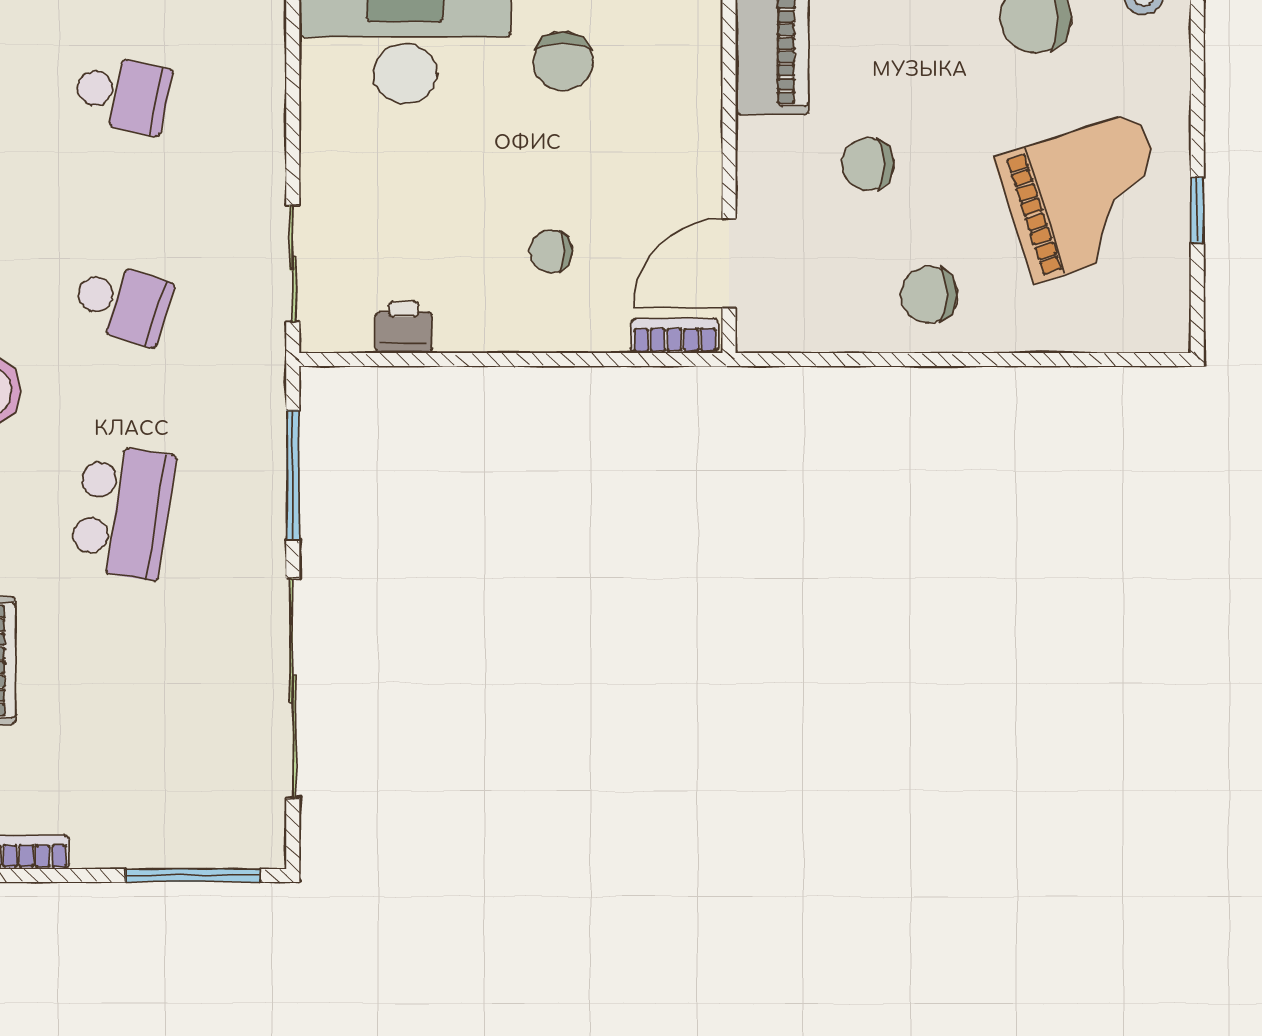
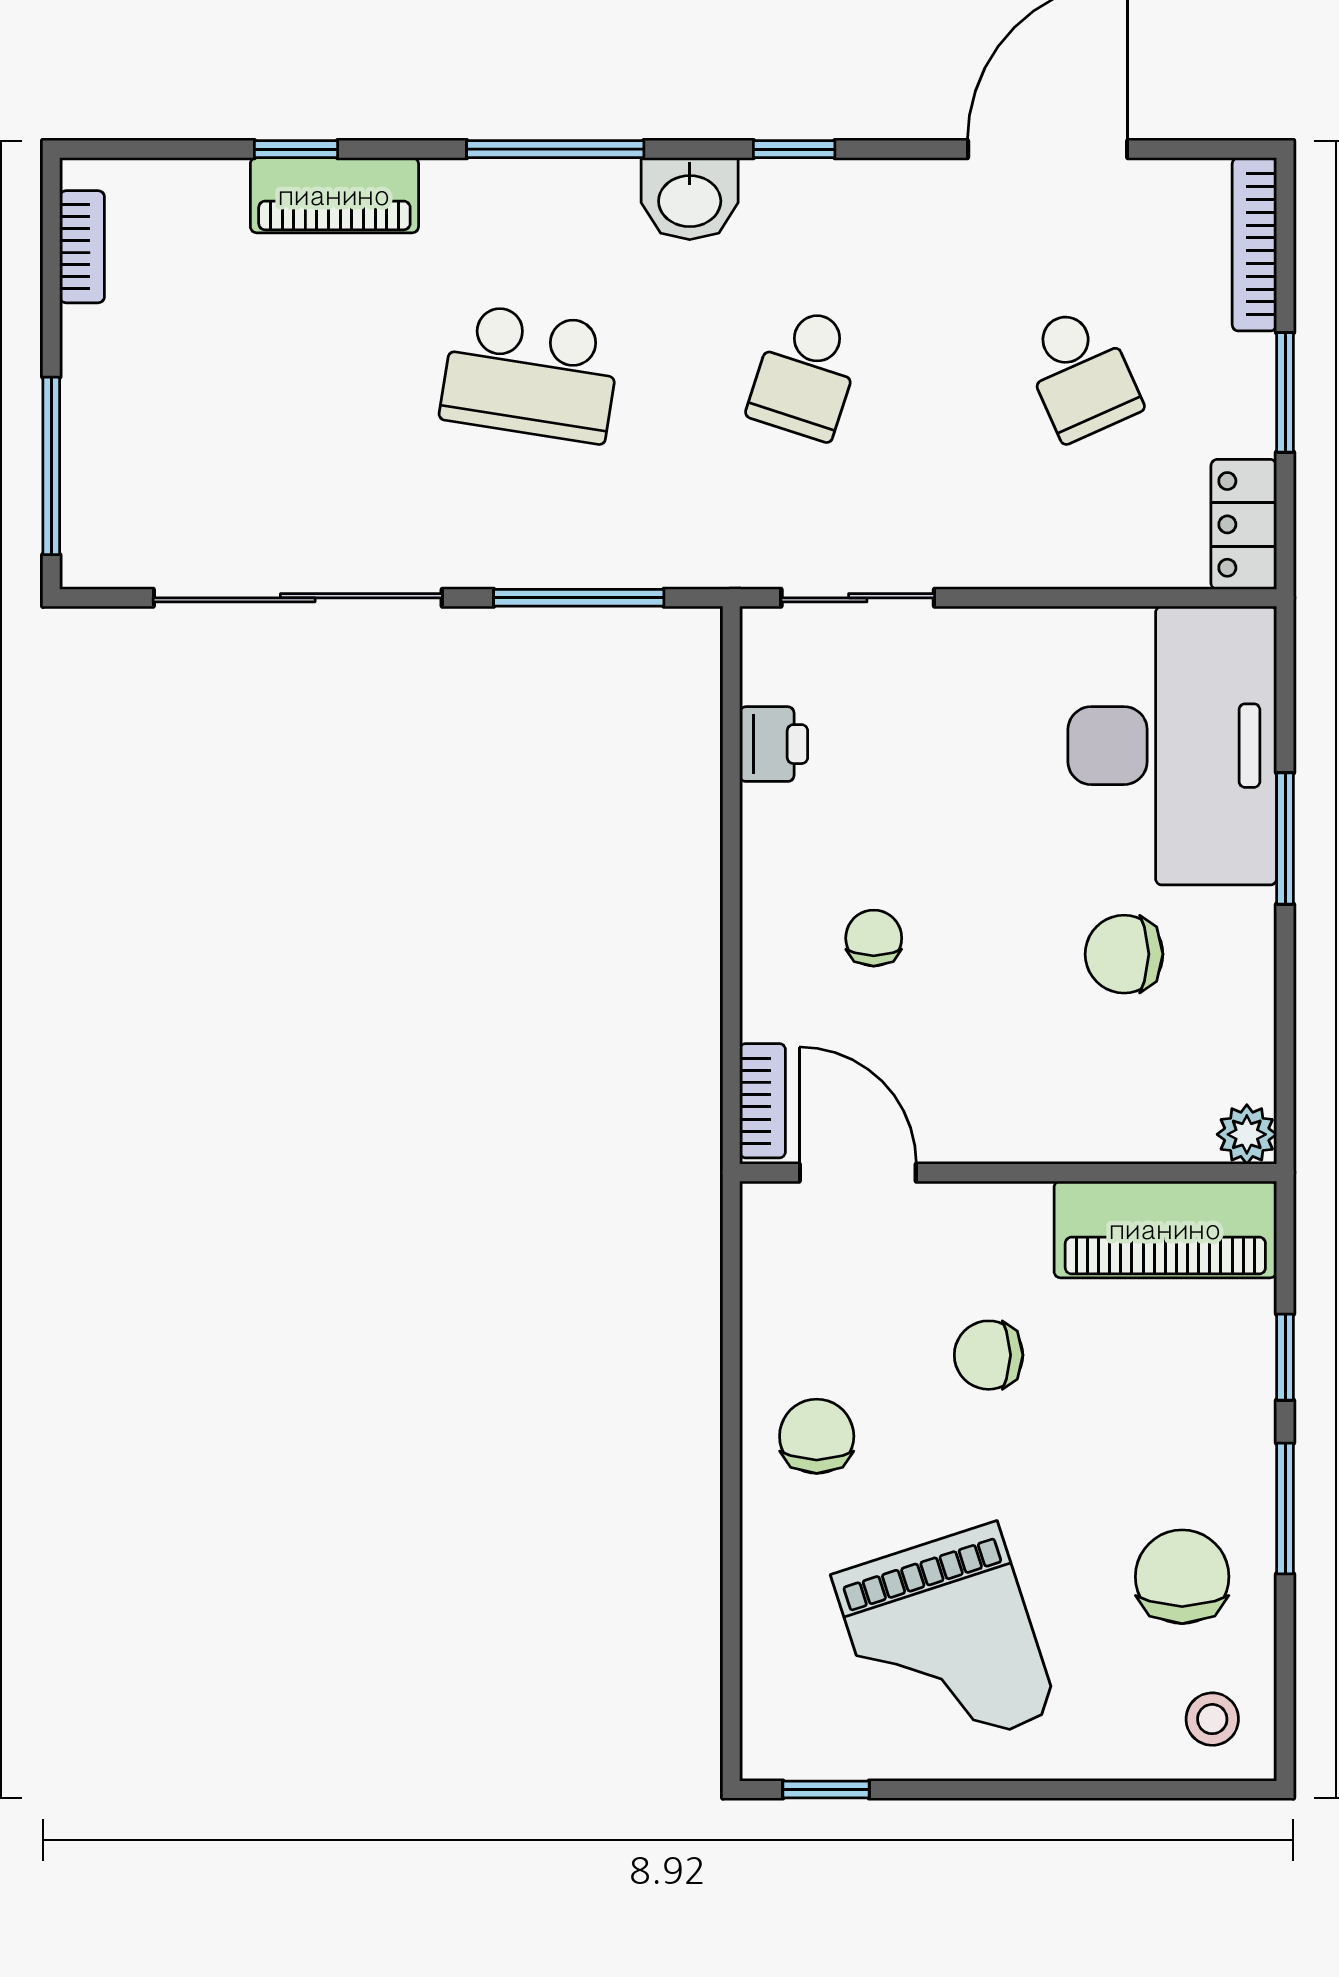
school desk: (123, 94) -> (1081, 373), turned -36
chair: (867, 164) -> (989, 1355), turned -90
window: (1197, 210) -> (826, 1790), moved

